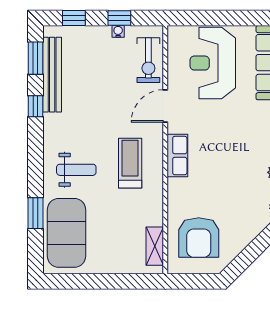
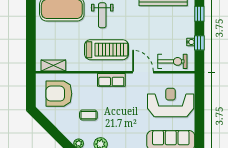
exercise bike: (148, 60) -> (172, 61), turned 180
treadmill: (130, 163) -> (106, 50), width x1.37, depth x1.38
coffee table: (232, 191) -> (88, 115), added

